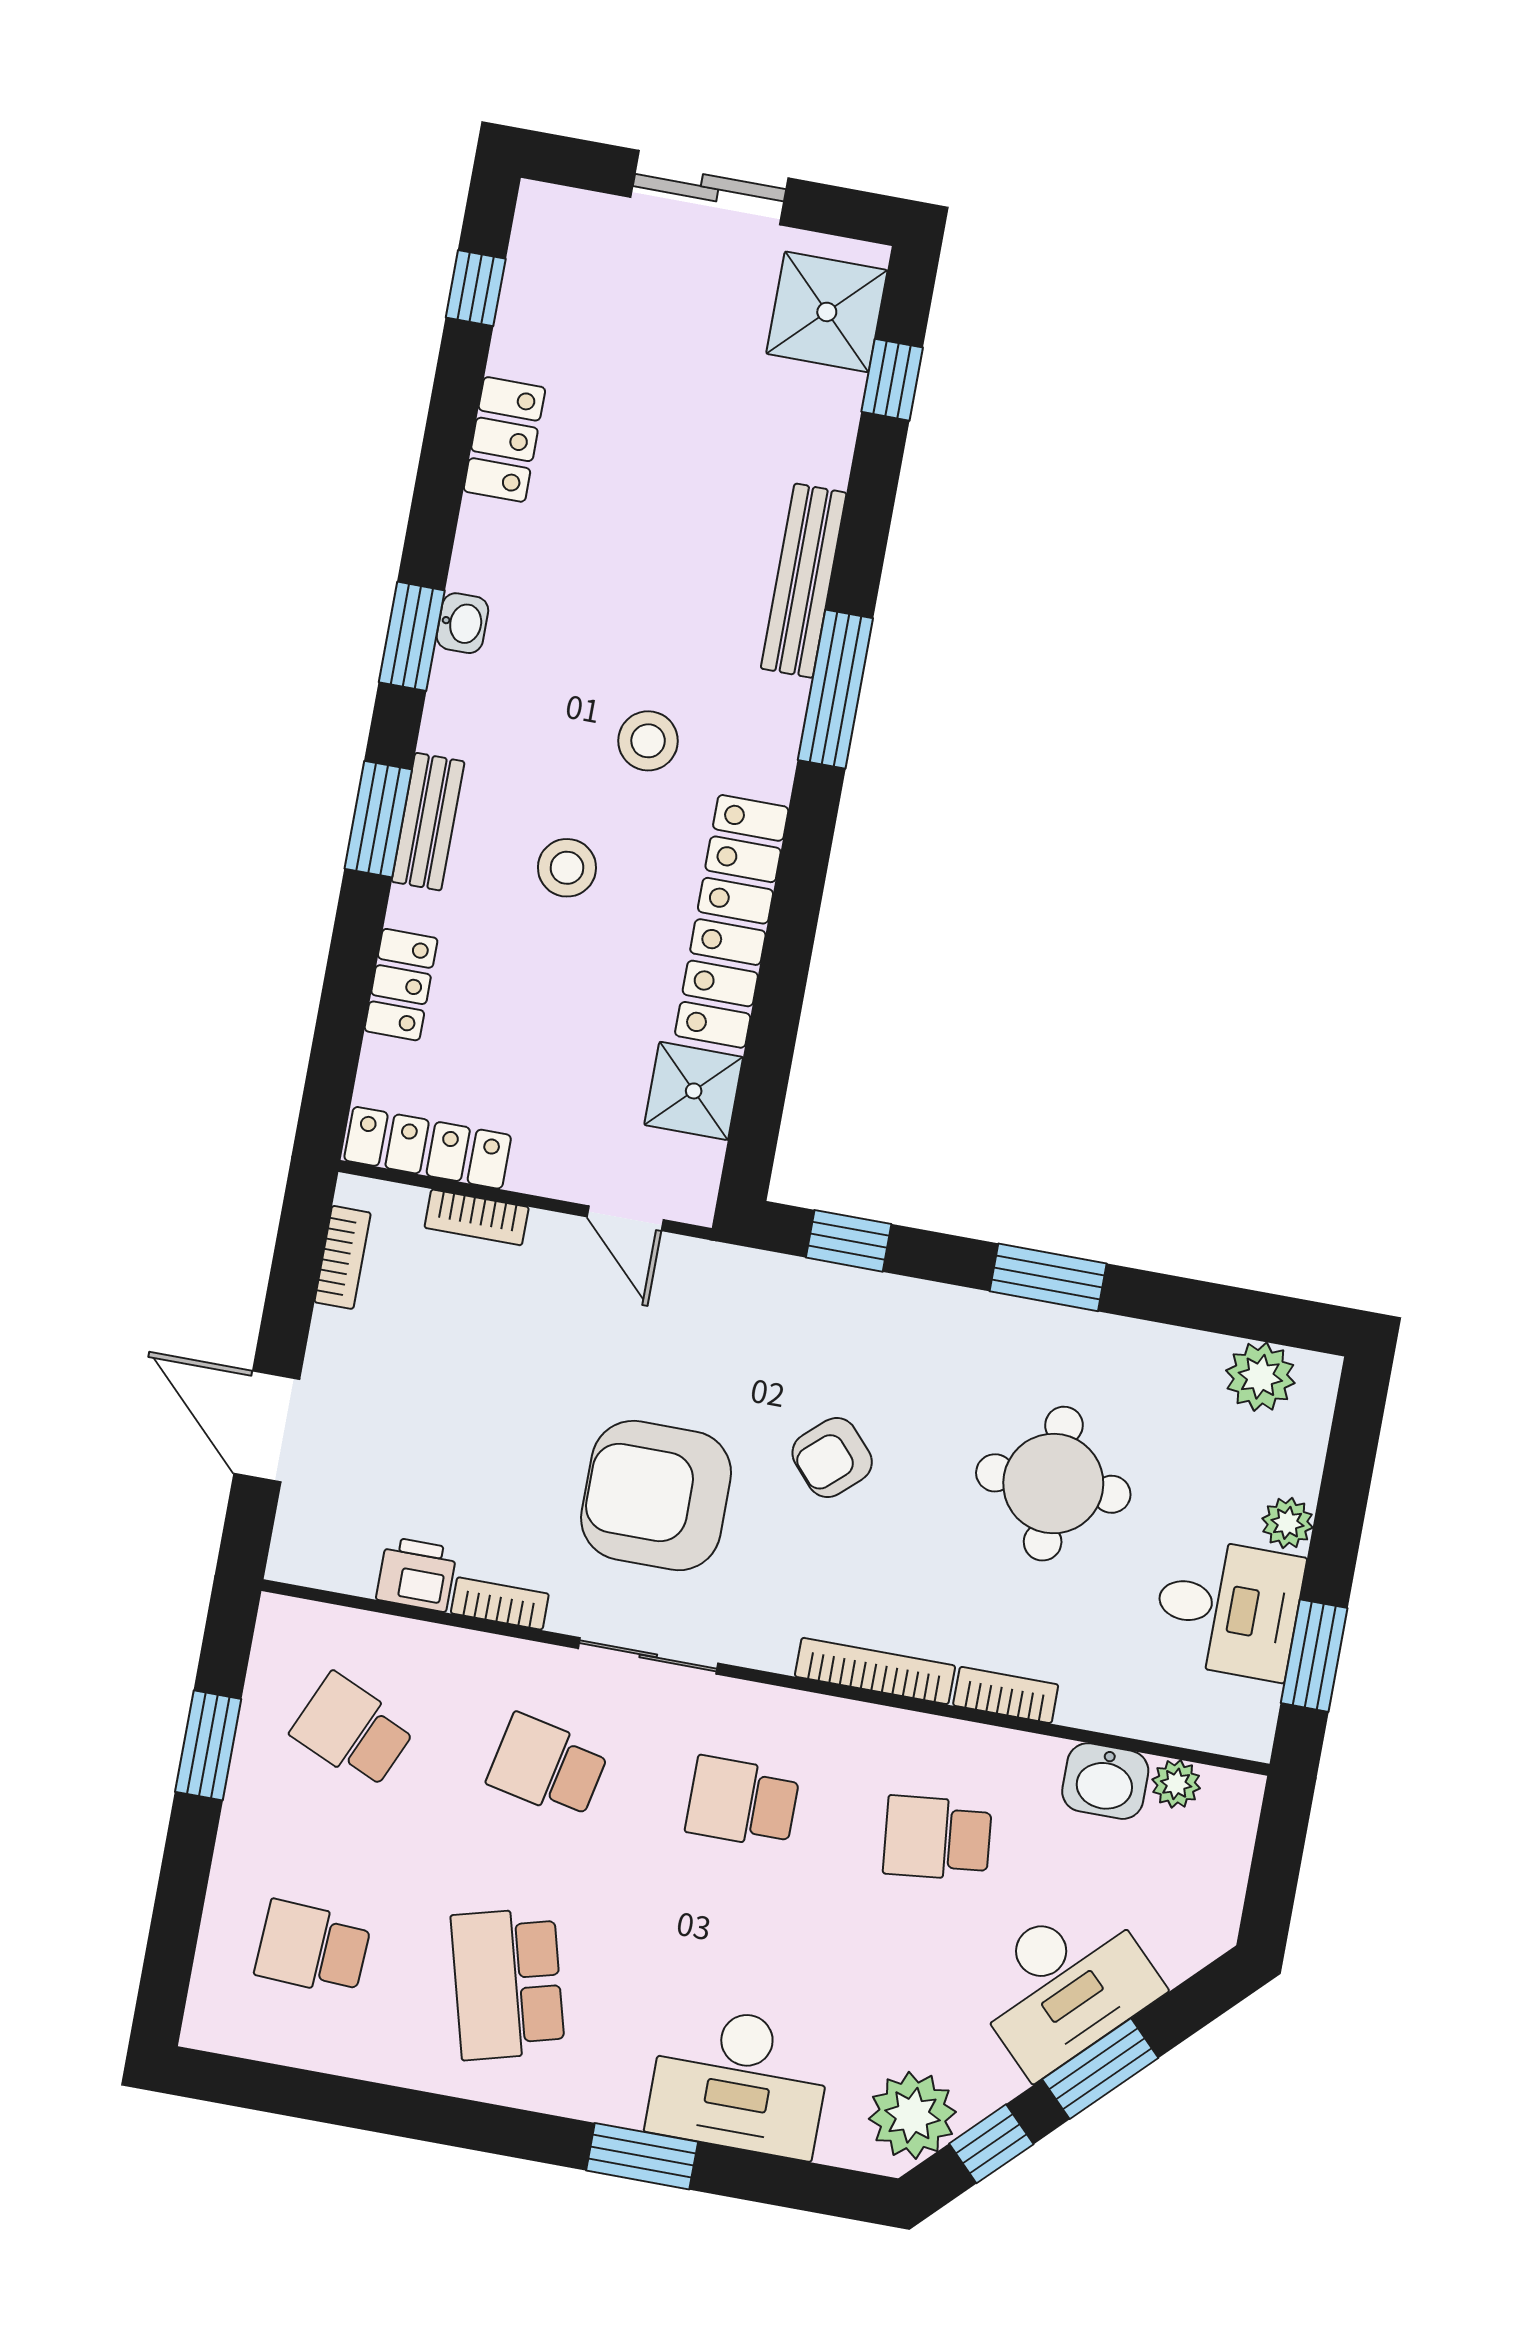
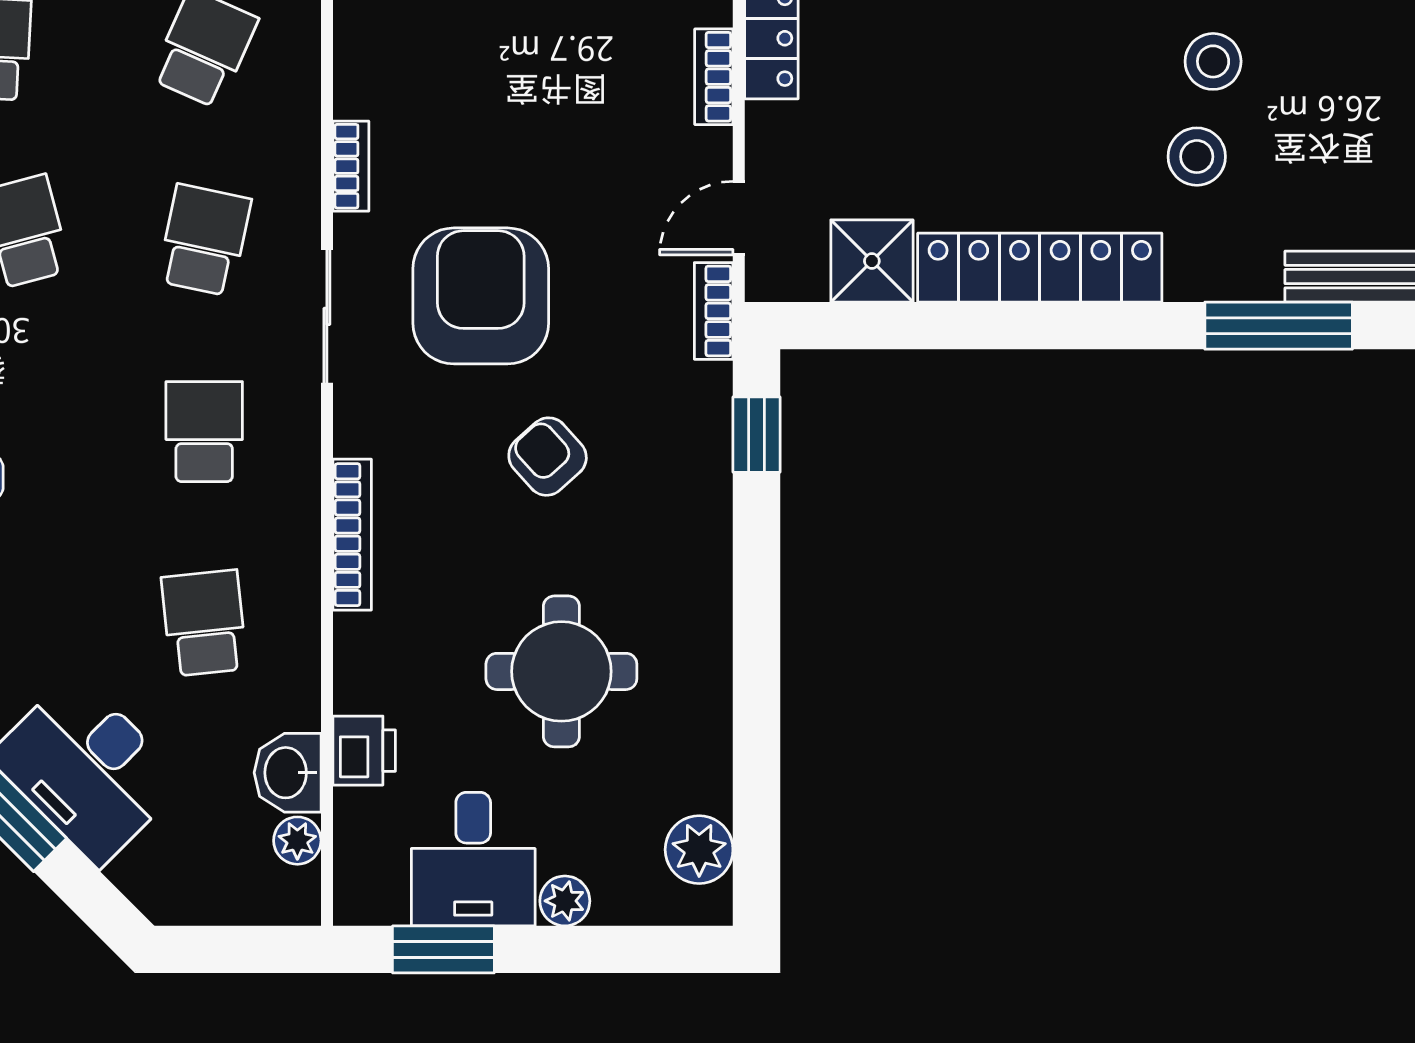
stool: (567, 868) -> (1213, 61), moved
window: (1048, 1277) -> (756, 630), removed
printer: (417, 1574) -> (364, 751), moved
bookcase: (1006, 1695) -> (714, 311), moved, turned 180

